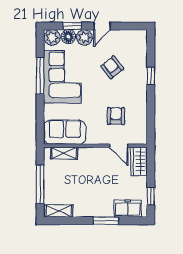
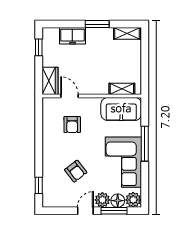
window: (72, 26) -> (114, 211), width x1.50
window: (40, 76) -> (145, 144), moved
window: (151, 76) -> (39, 185), moved
window: (40, 184) -> (145, 59), removed
freezer: (128, 209) -> (72, 36), moved
window: (106, 221) -> (97, 24), moved

